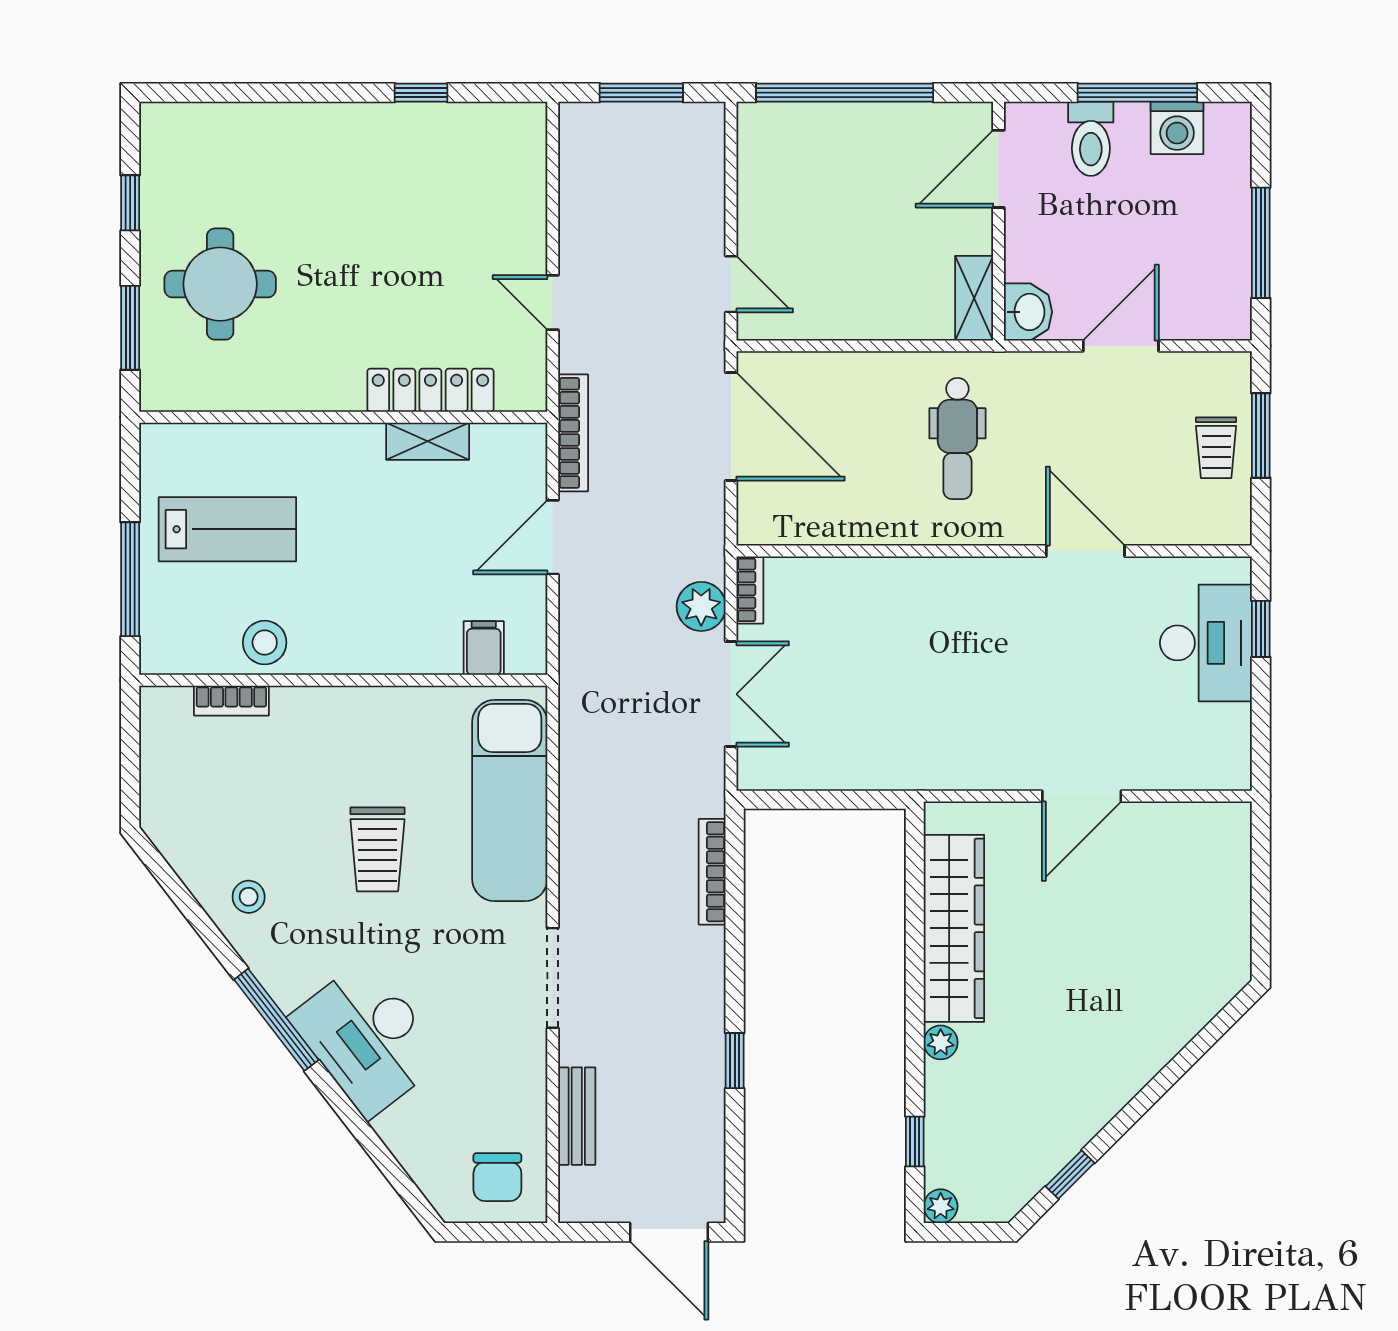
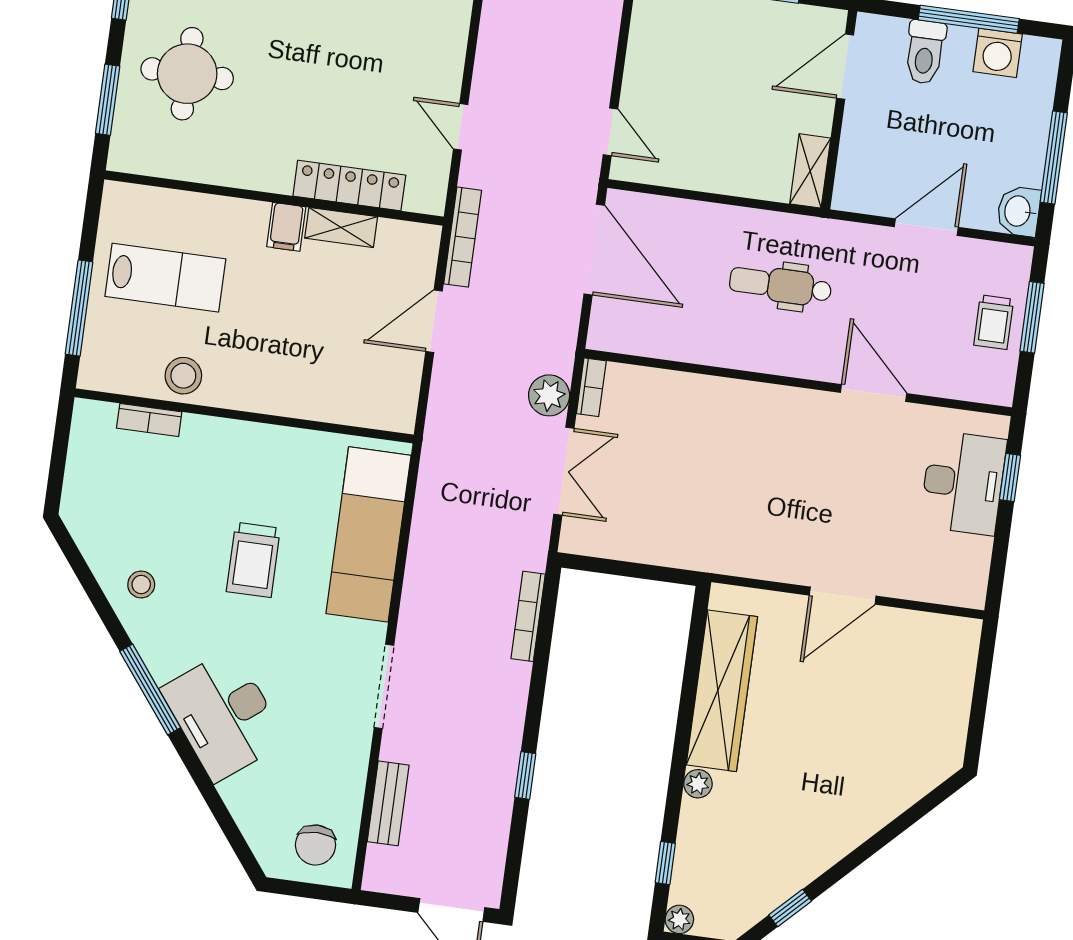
washbasin: (1028, 312) -> (1019, 211), moved, turned 180
dental chair: (957, 438) -> (780, 285), turned 90
filing cabinet: (484, 648) -> (286, 227), moved, turned 180

